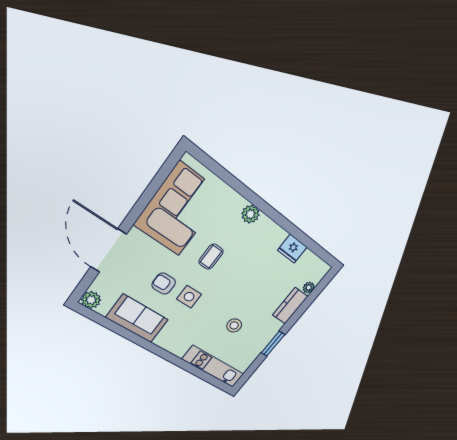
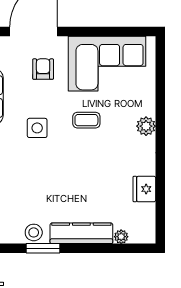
armchair: (164, 284) -> (43, 69), moved
kitchen counter: (290, 306) -> (81, 233), width x1.50
stool: (234, 325) -> (34, 232), moved

